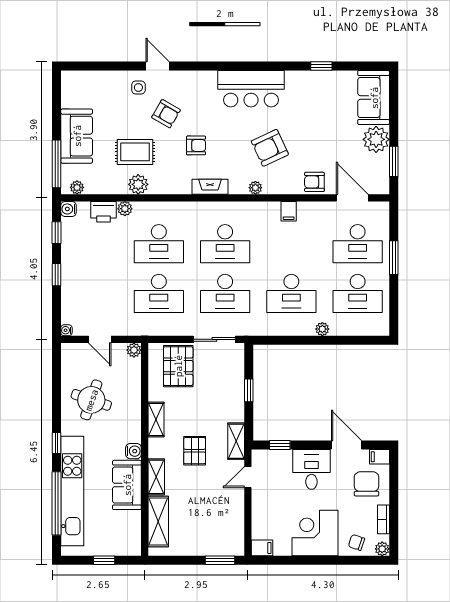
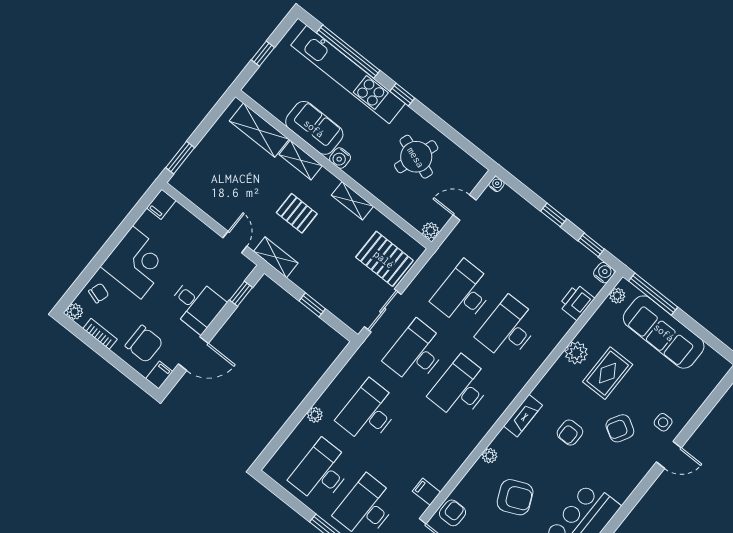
sofa: (77, 136) -> (664, 332), width x1.36
armchair: (270, 148) -> (515, 497), turned 91
plant: (125, 209) -> (564, 324), removed
filing cabinet: (289, 211) -> (426, 492), moved

